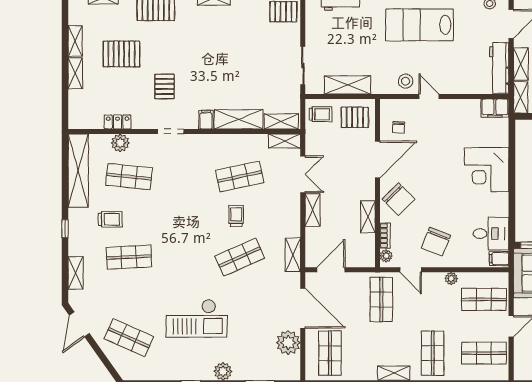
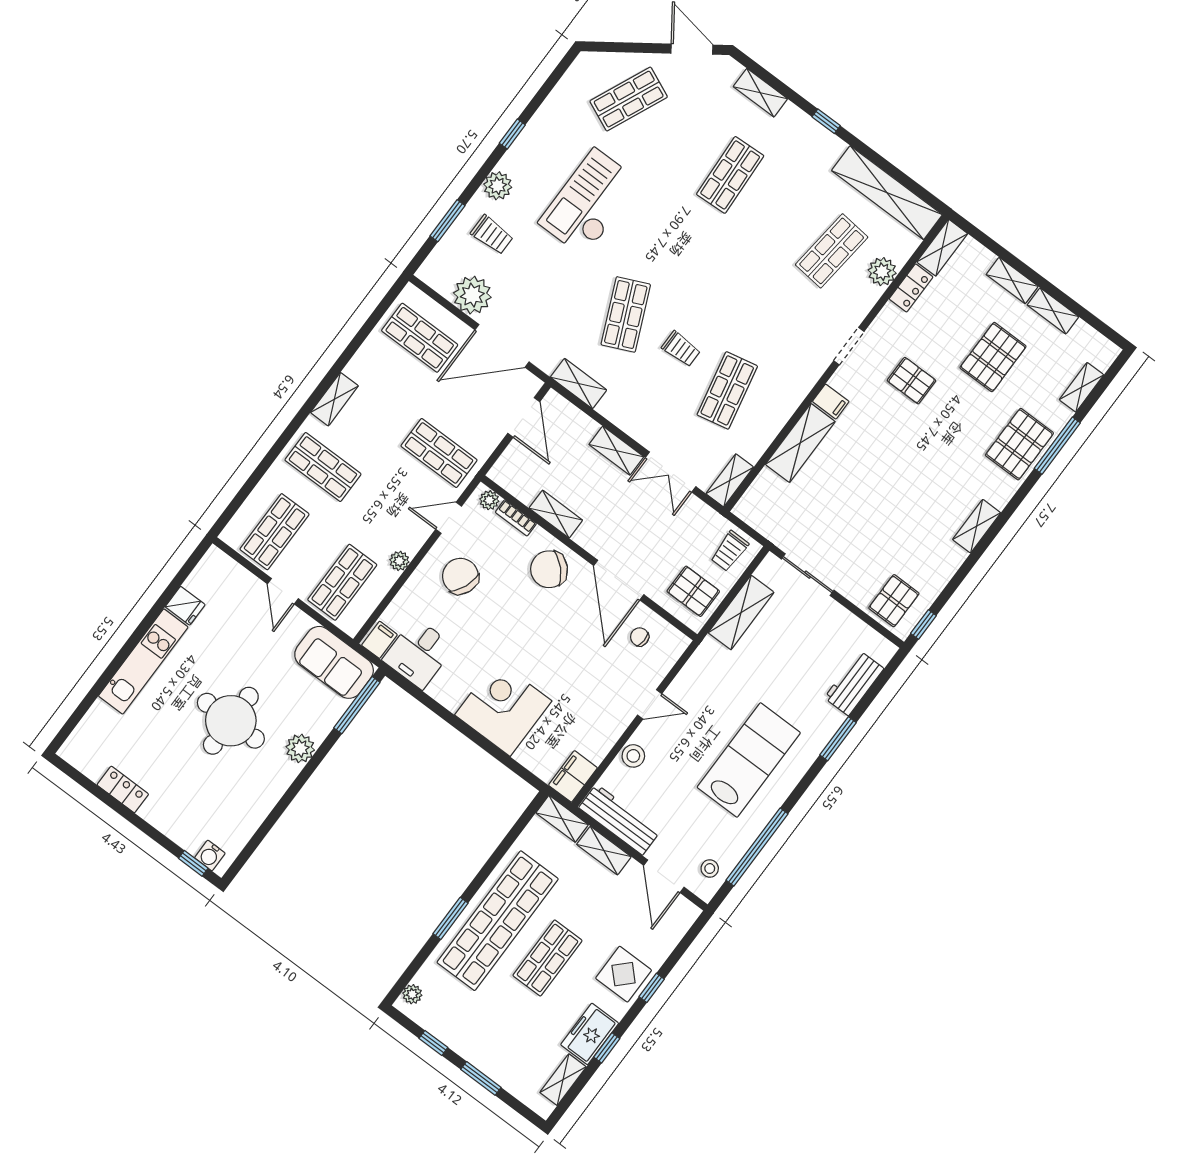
stool: (406, 81) -> (633, 756), moved
pallet: (355, 117) -> (693, 591), turned 90
shelving: (281, 121) -> (942, 248), moved
trolley: (110, 219) -> (492, 235), moved, turned -90

